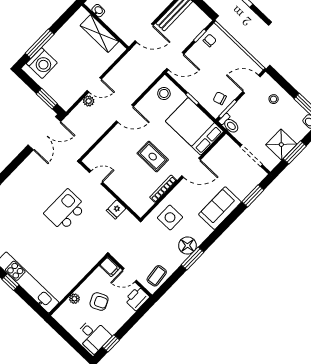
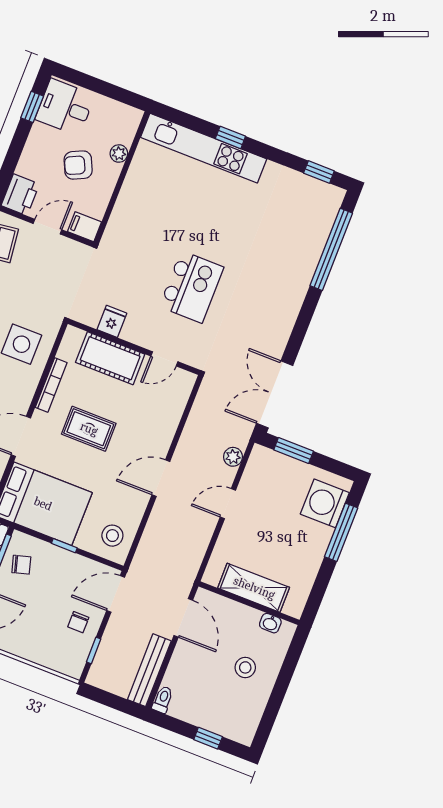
door: (144, 33) -> (183, 618), swing flipped
chair: (210, 40) -> (78, 622), moved
plant: (89, 101) -> (233, 457), moved
cot: (125, 190) -> (110, 358), added

